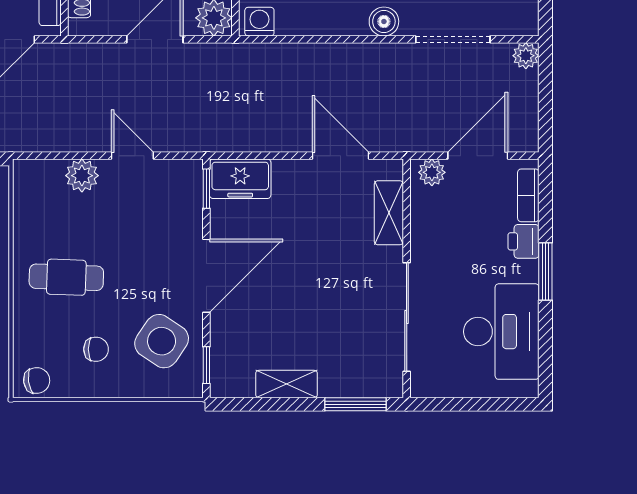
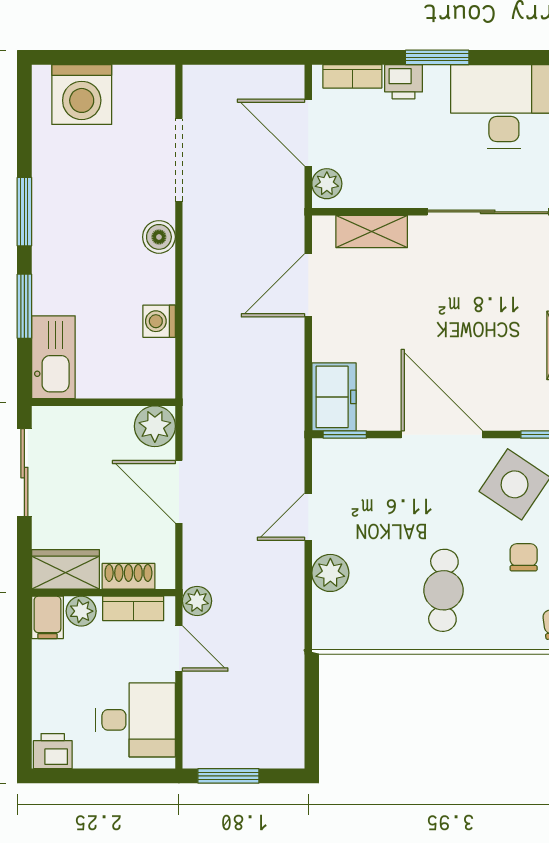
washing machine: (259, 22) -> (159, 321), moved
plant: (526, 56) -> (197, 601), moved

